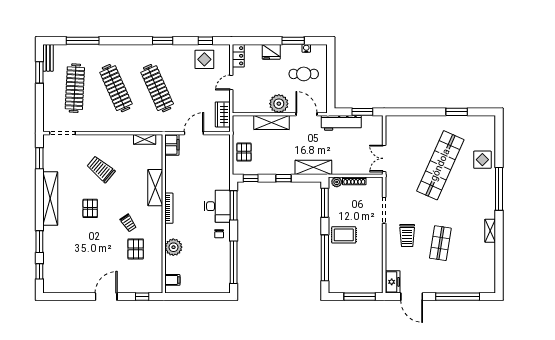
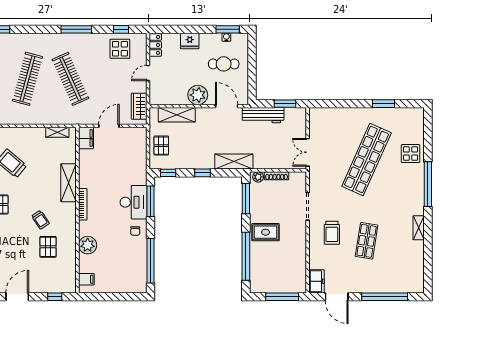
window: (163, 41) -> (76, 29), width x1.44
window: (293, 41) -> (228, 29), moved
clothes rail: (116, 88) -> (27, 79), turned 39
shelving: (272, 122) -> (177, 115), moved

